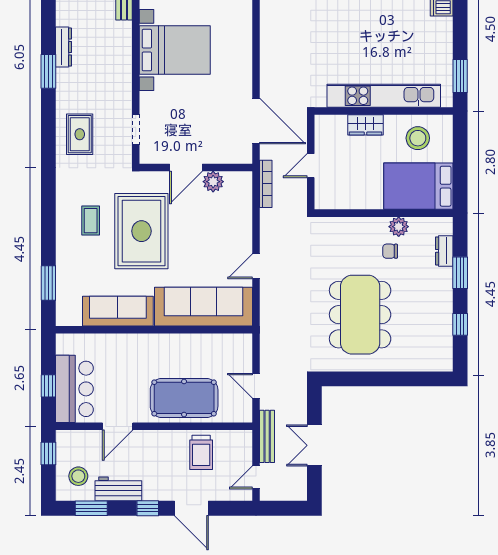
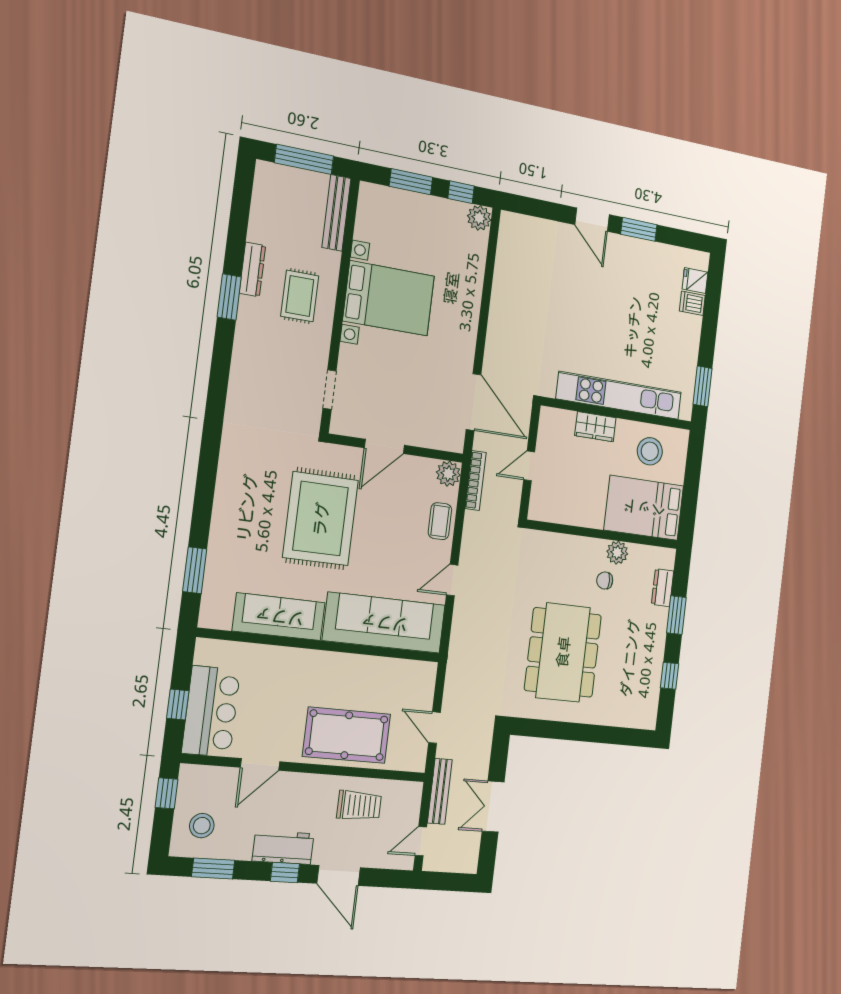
rug: (80, 134) -> (300, 296), moved
plant: (213, 182) -> (448, 474), moved
coffee table: (91, 221) -> (440, 521), moved
trolley: (201, 452) -> (359, 806), turned -90
workbench: (118, 489) -> (283, 847), moved

